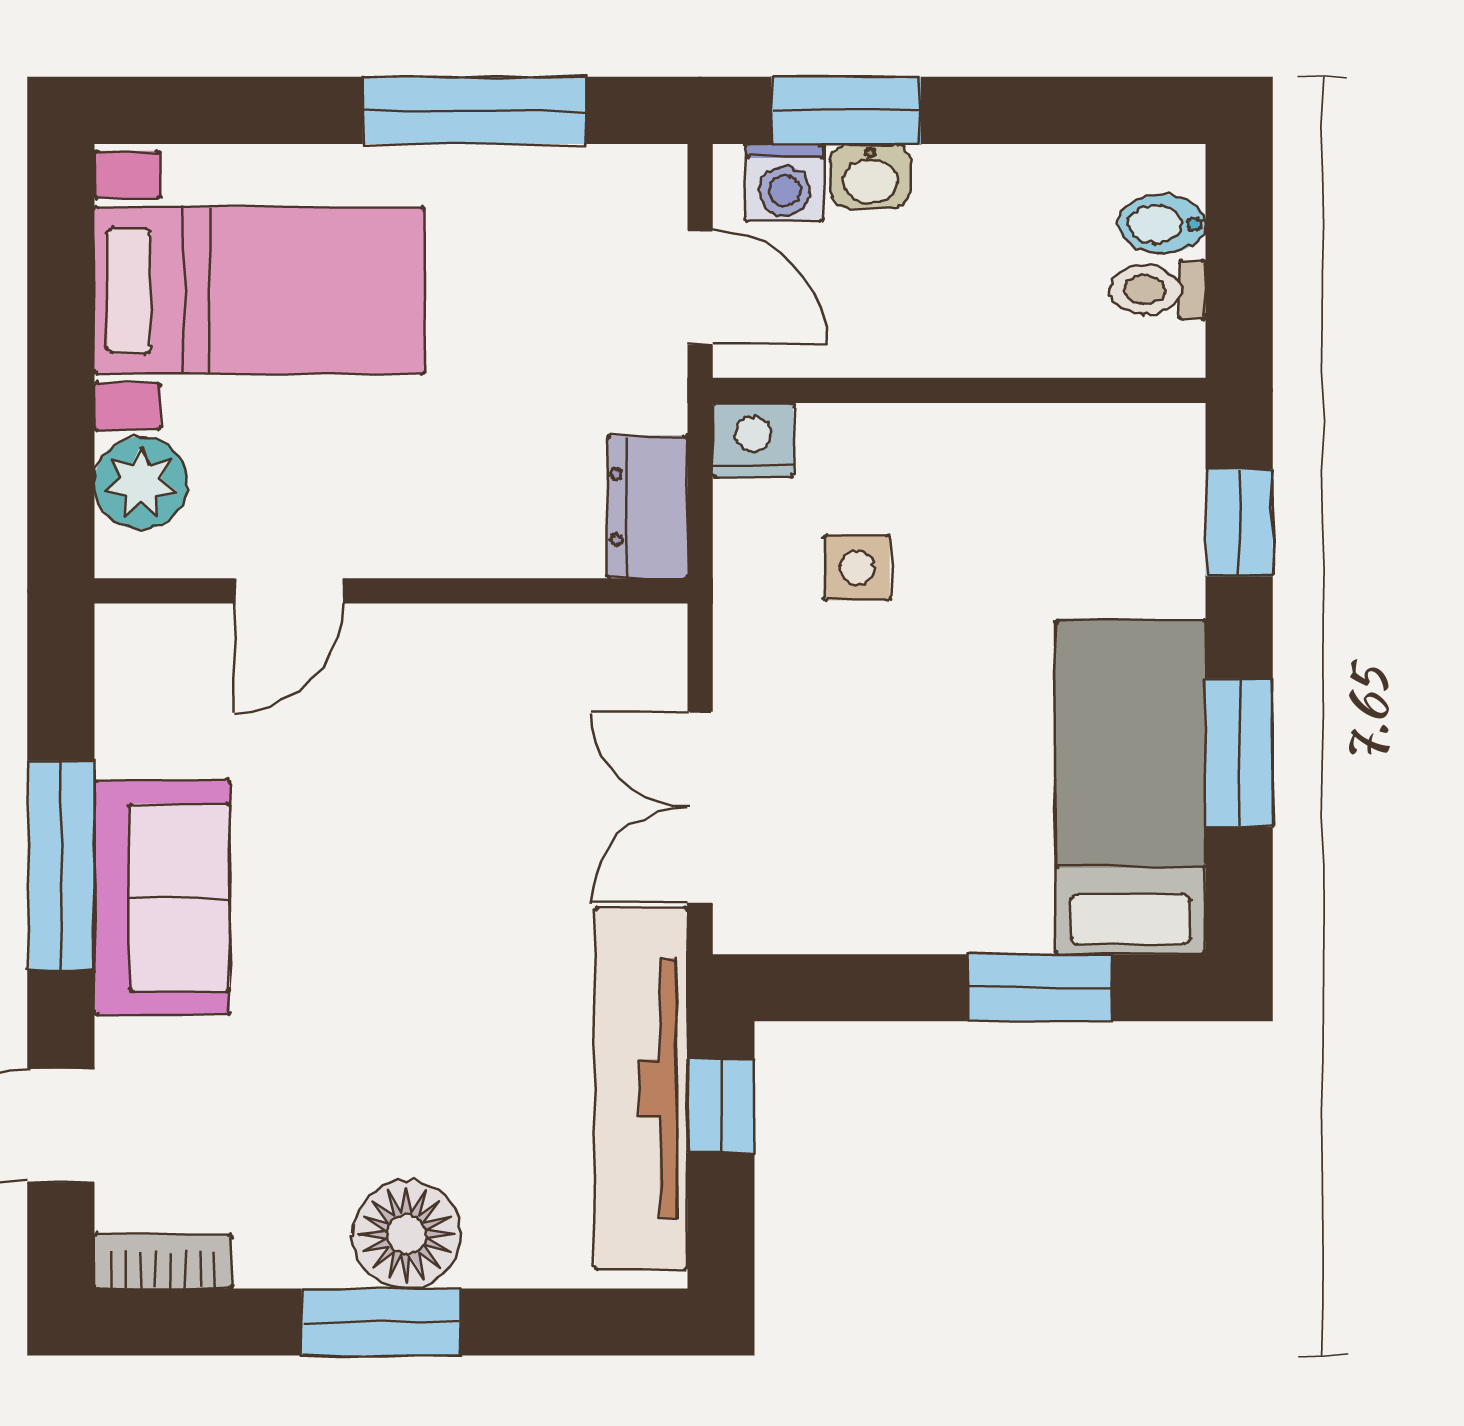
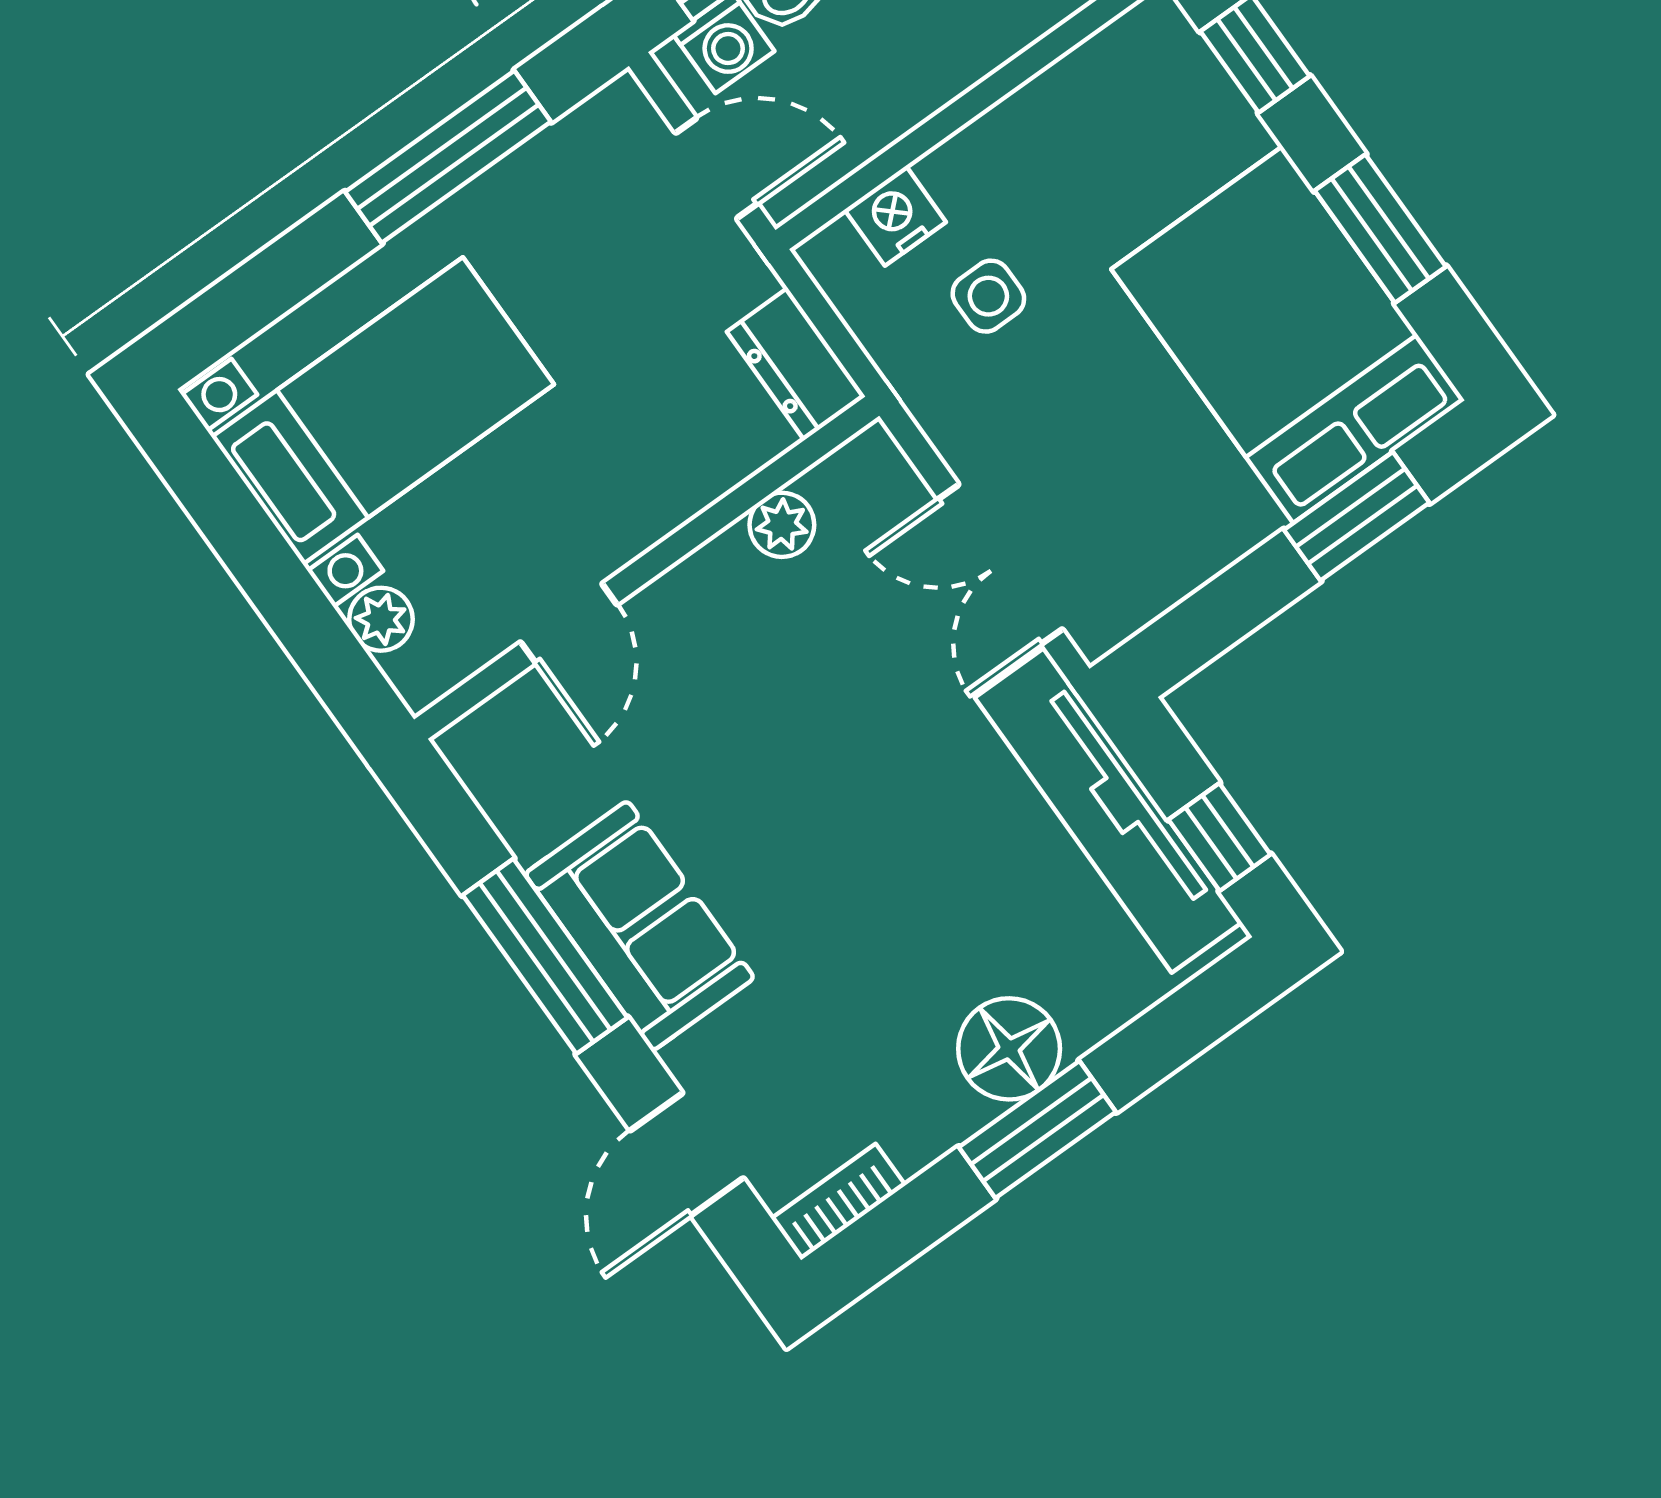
nightstand: (753, 440) -> (895, 216), moved
plant: (141, 483) -> (381, 619), width x0.73, depth x0.73
plant: (535, 638) -> (782, 525), added
bed: (1131, 787) -> (1288, 335), width x1.50
window: (721, 1106) -> (1219, 837), moved

